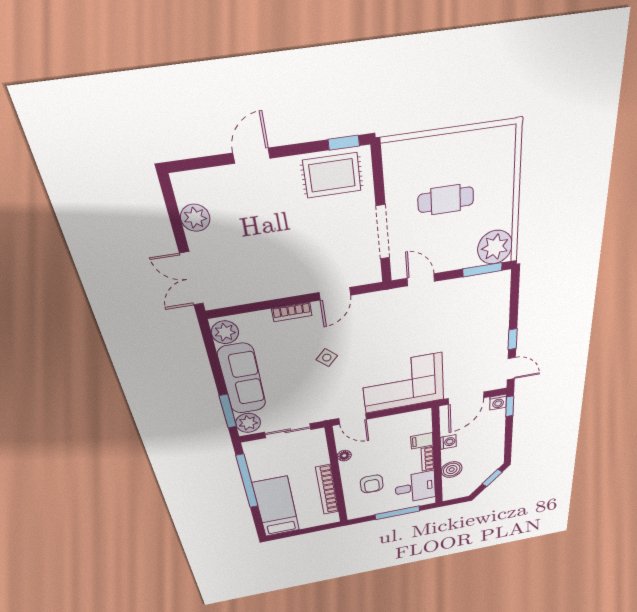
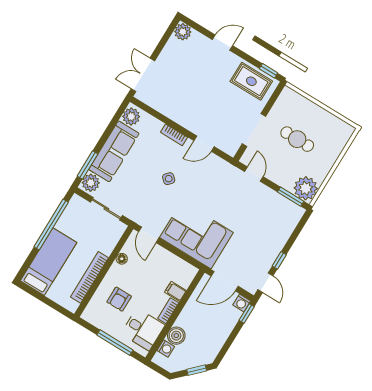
plant: (195, 218) -> (183, 32), moved
washing machine: (448, 442) -> (166, 348), moved

